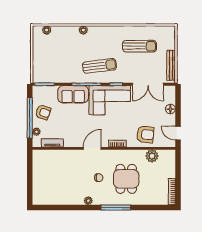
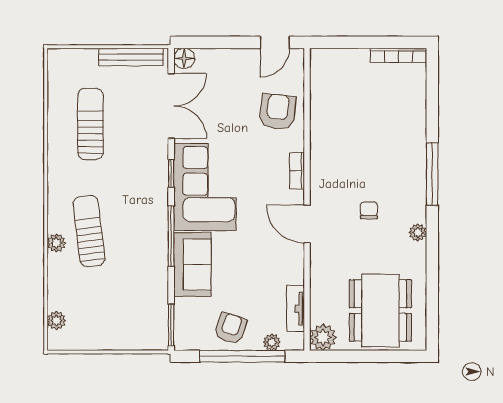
sun lounger: (100, 66) -> (89, 231), moved
floor lamp: (170, 109) -> (184, 58), moved
plant: (152, 156) -> (323, 337), moved
dining table: (126, 179) -> (380, 311), moved, width x1.38

